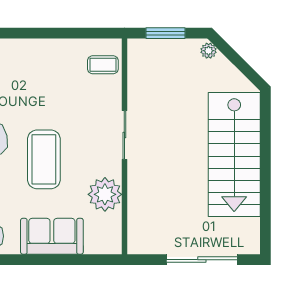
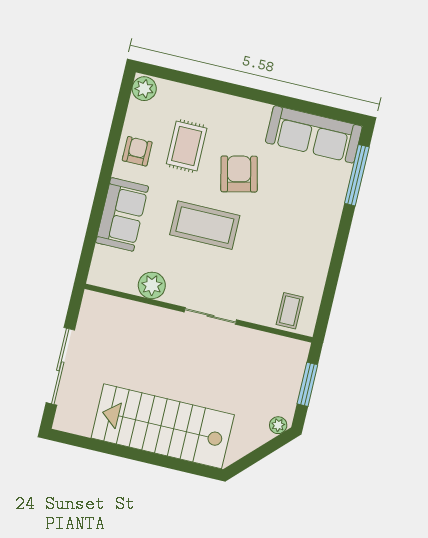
plant: (105, 194) -> (152, 285), width x0.73, depth x0.73

